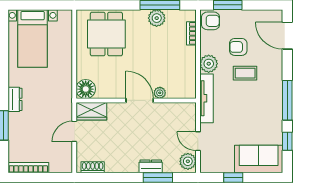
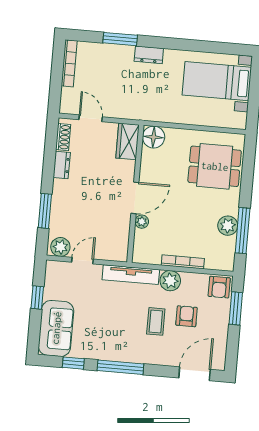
bookcase: (191, 33) -> (183, 262), moved, width x1.56
door: (74, 131) -> (91, 118), moved
dresser: (151, 166) -> (62, 165), moved

